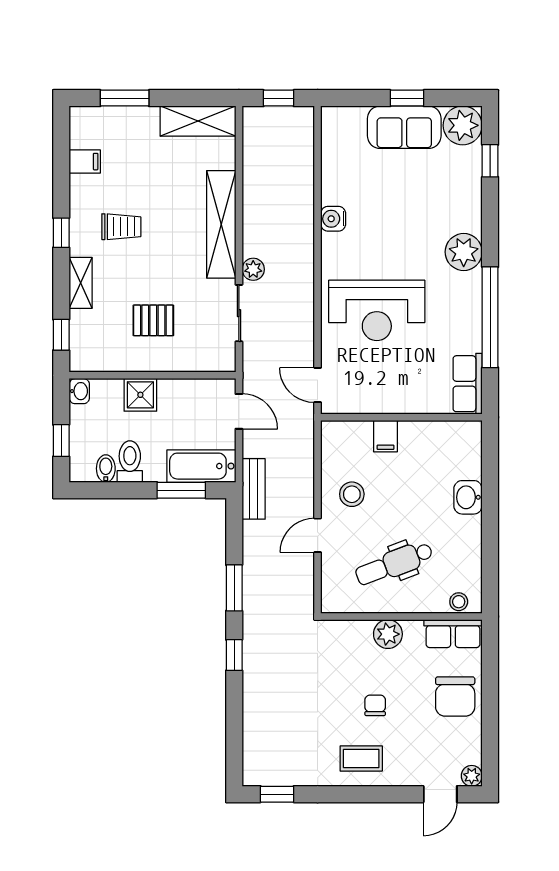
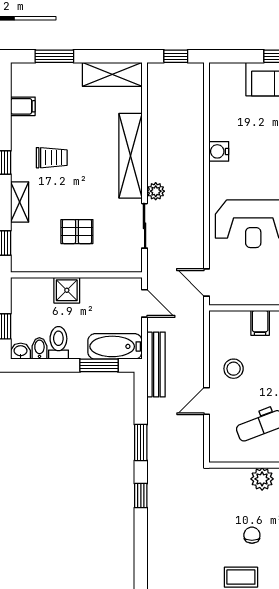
washbasin: (79, 391) -> (21, 351), moved, turned -90
bench: (254, 489) -> (156, 364), width x1.36

